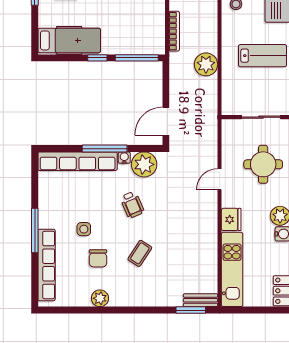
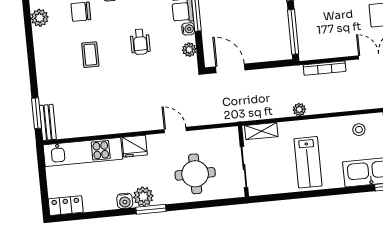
plant: (206, 64) -> (299, 110), width x0.53, depth x0.53
shelving: (228, 97) -> (261, 131), added
plant: (144, 164) -> (189, 50), width x0.53, depth x0.53
wheelchair: (132, 205) -> (140, 42), turned -67
coffee table: (140, 253) -> (90, 55), turned 57

